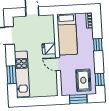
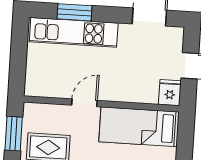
fridge: (49, 49) -> (170, 93), moved

